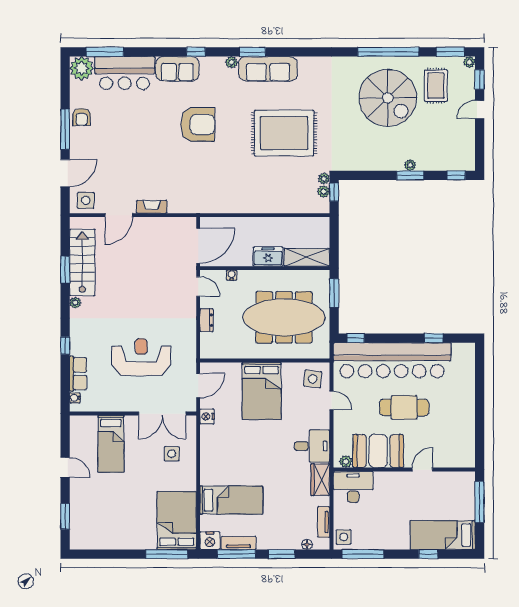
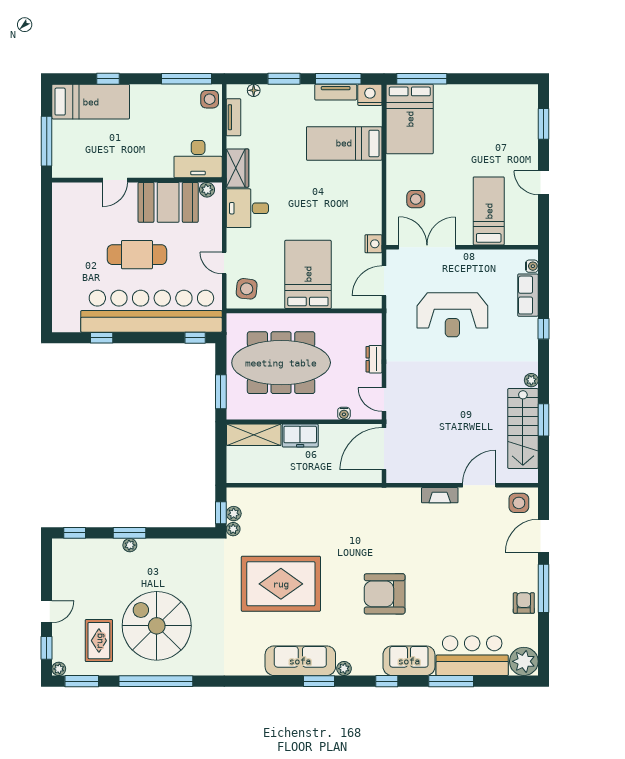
window: (105, 52) -> (451, 681), moved

